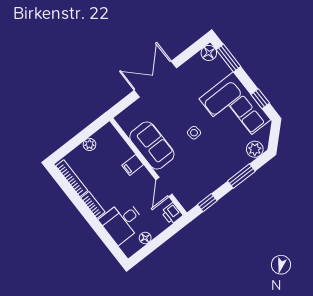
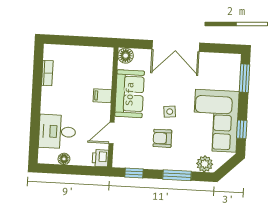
floor lamp: (209, 53) -> (126, 56), moved
double door: (155, 79) -> (176, 46), swing flipped
plant: (89, 144) -> (83, 52), removed
armchair: (206, 158) -> (162, 138), added
bookcase: (72, 178) -> (47, 73), width x0.64
bookcase: (93, 205) -> (46, 100), removed

